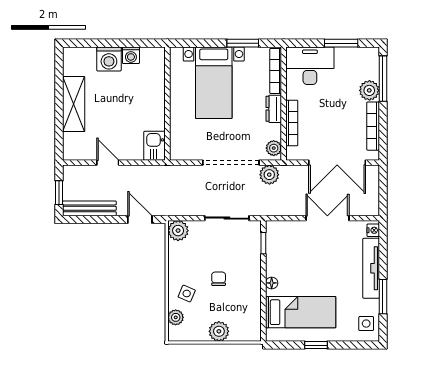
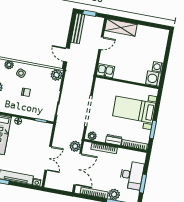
washing machine: (109, 59) -> (153, 79), moved
desk: (310, 66) -> (132, 175), moved
shelving: (74, 104) -> (121, 27), moved
double door: (337, 163) -> (78, 169), swing flipped
plant: (269, 175) -> (75, 146), moved
door: (140, 220) -> (66, 55), swing flipped

